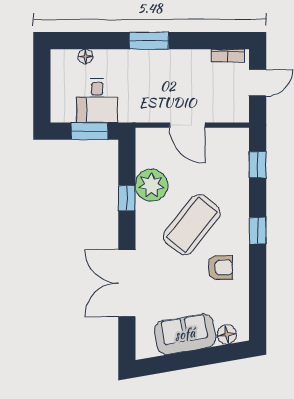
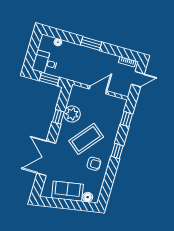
desk: (97, 101) -> (45, 63), moved, turned 90
door: (187, 125) -> (98, 90), swing flipped

